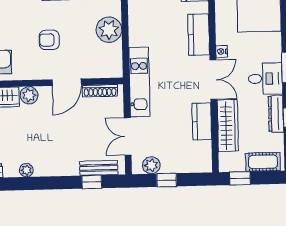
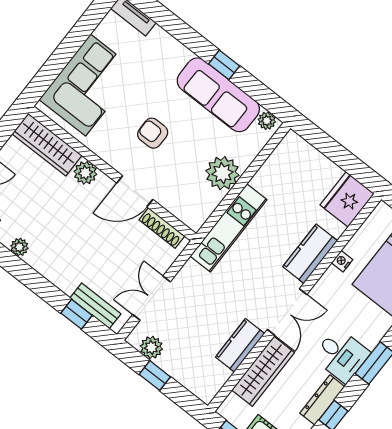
nightstand: (222, 51) -> (342, 261), moved
kitchen unit: (139, 82) -> (229, 228), moved

